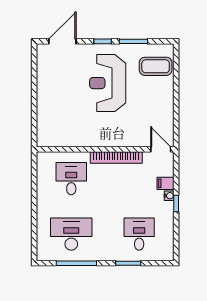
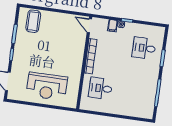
reception desk: (108, 83) -> (47, 86), moved
door: (161, 149) -> (89, 26), hinge flipped
desk: (71, 234) -> (138, 94), removed

